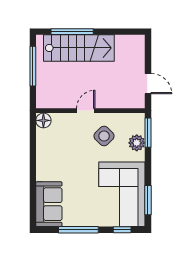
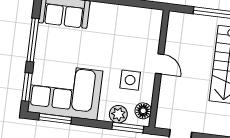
floor lamp: (43, 120) -> (143, 111), moved
side table: (104, 136) -> (130, 80), turned 45
window: (122, 230) -> (27, 87), width x1.50

